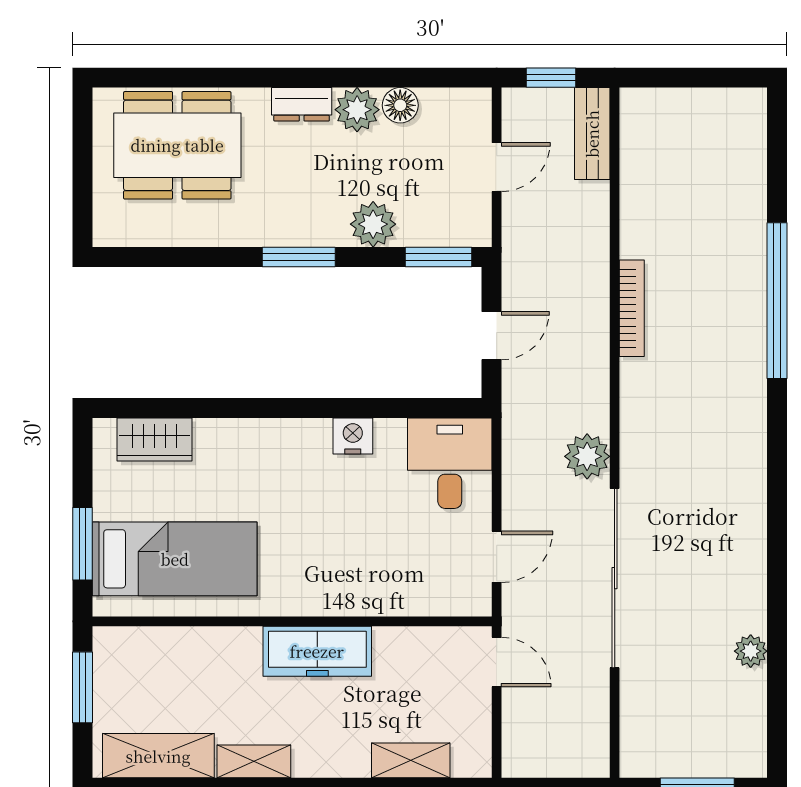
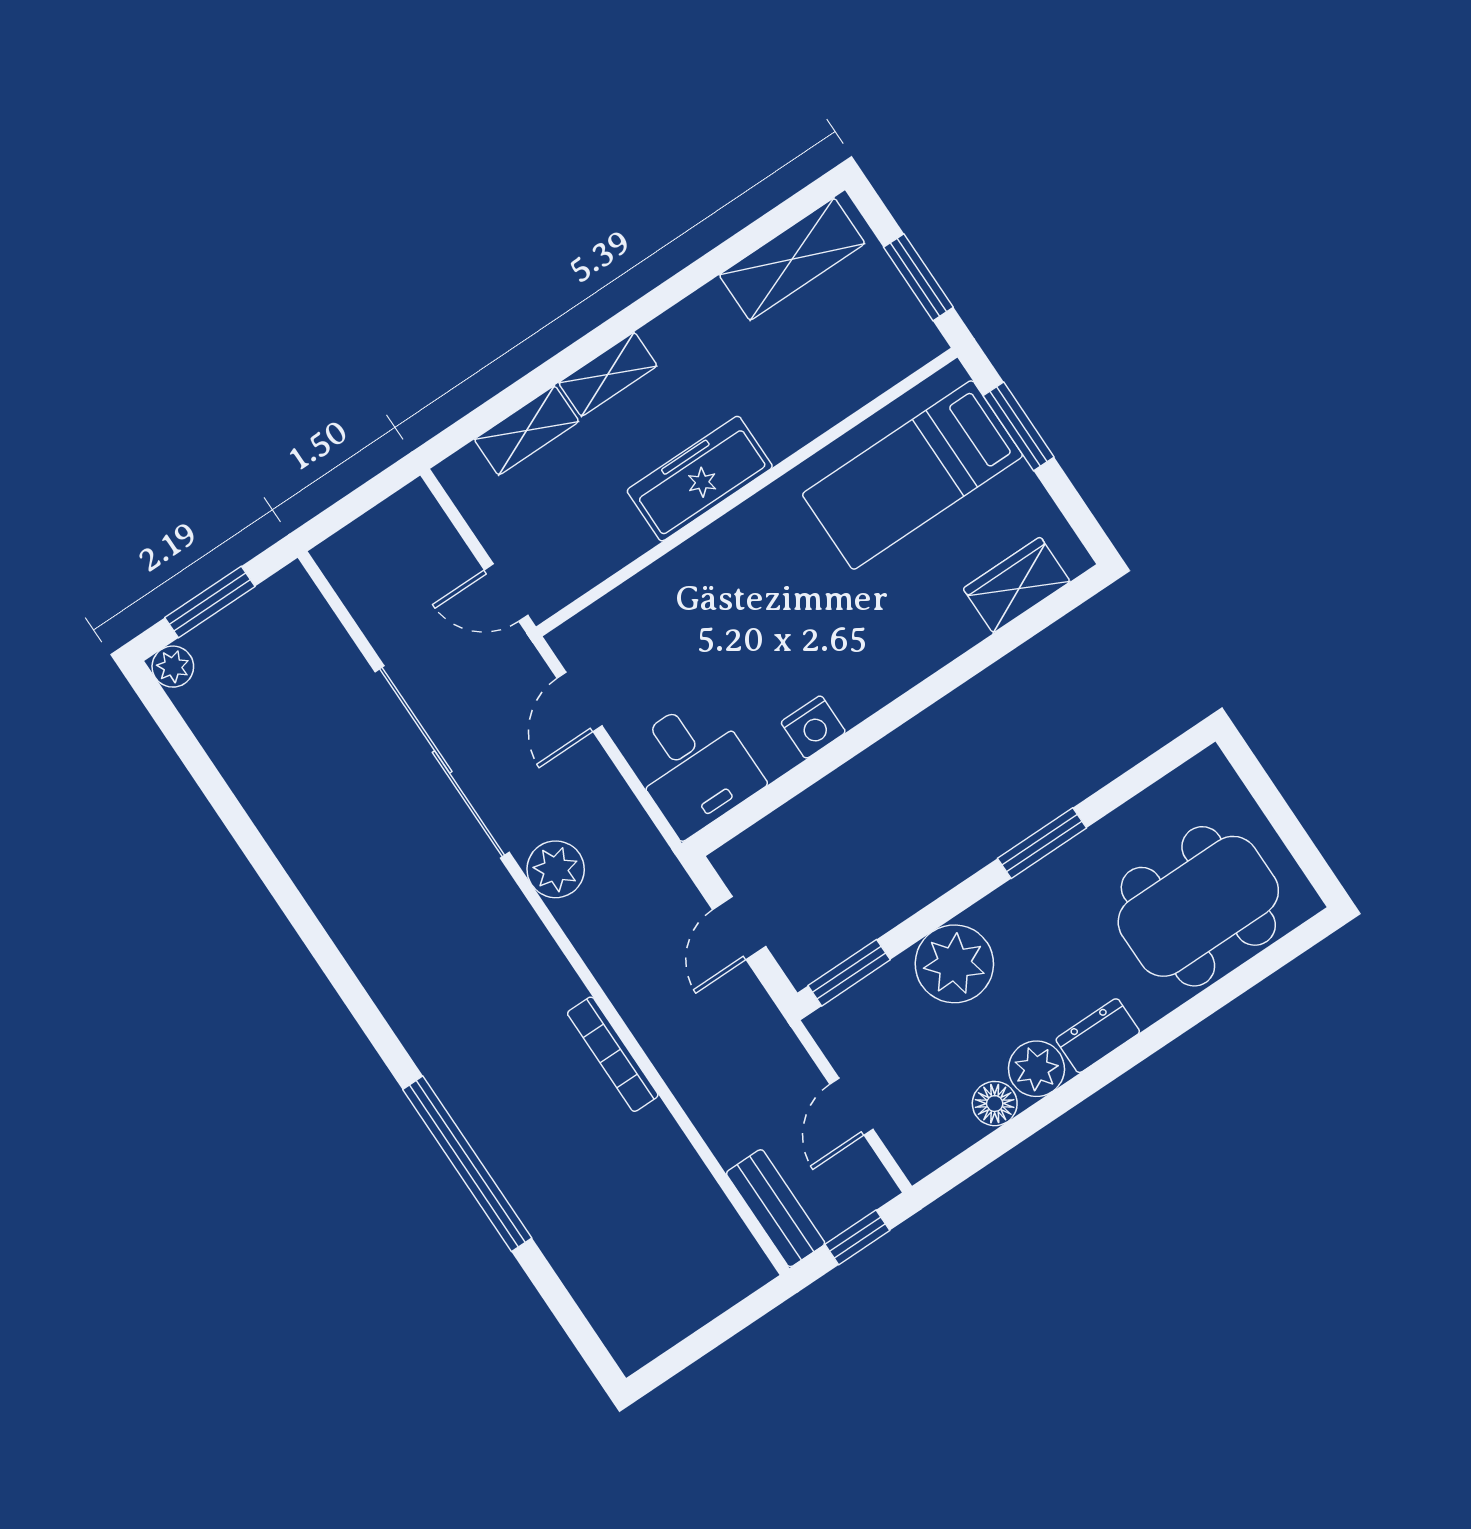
plant: (373, 224) -> (954, 964), width x1.36, depth x1.36
window: (299, 257) -> (1042, 843), moved
plant: (751, 651) -> (173, 667), moved
shelving: (254, 761) -> (608, 374), moved

